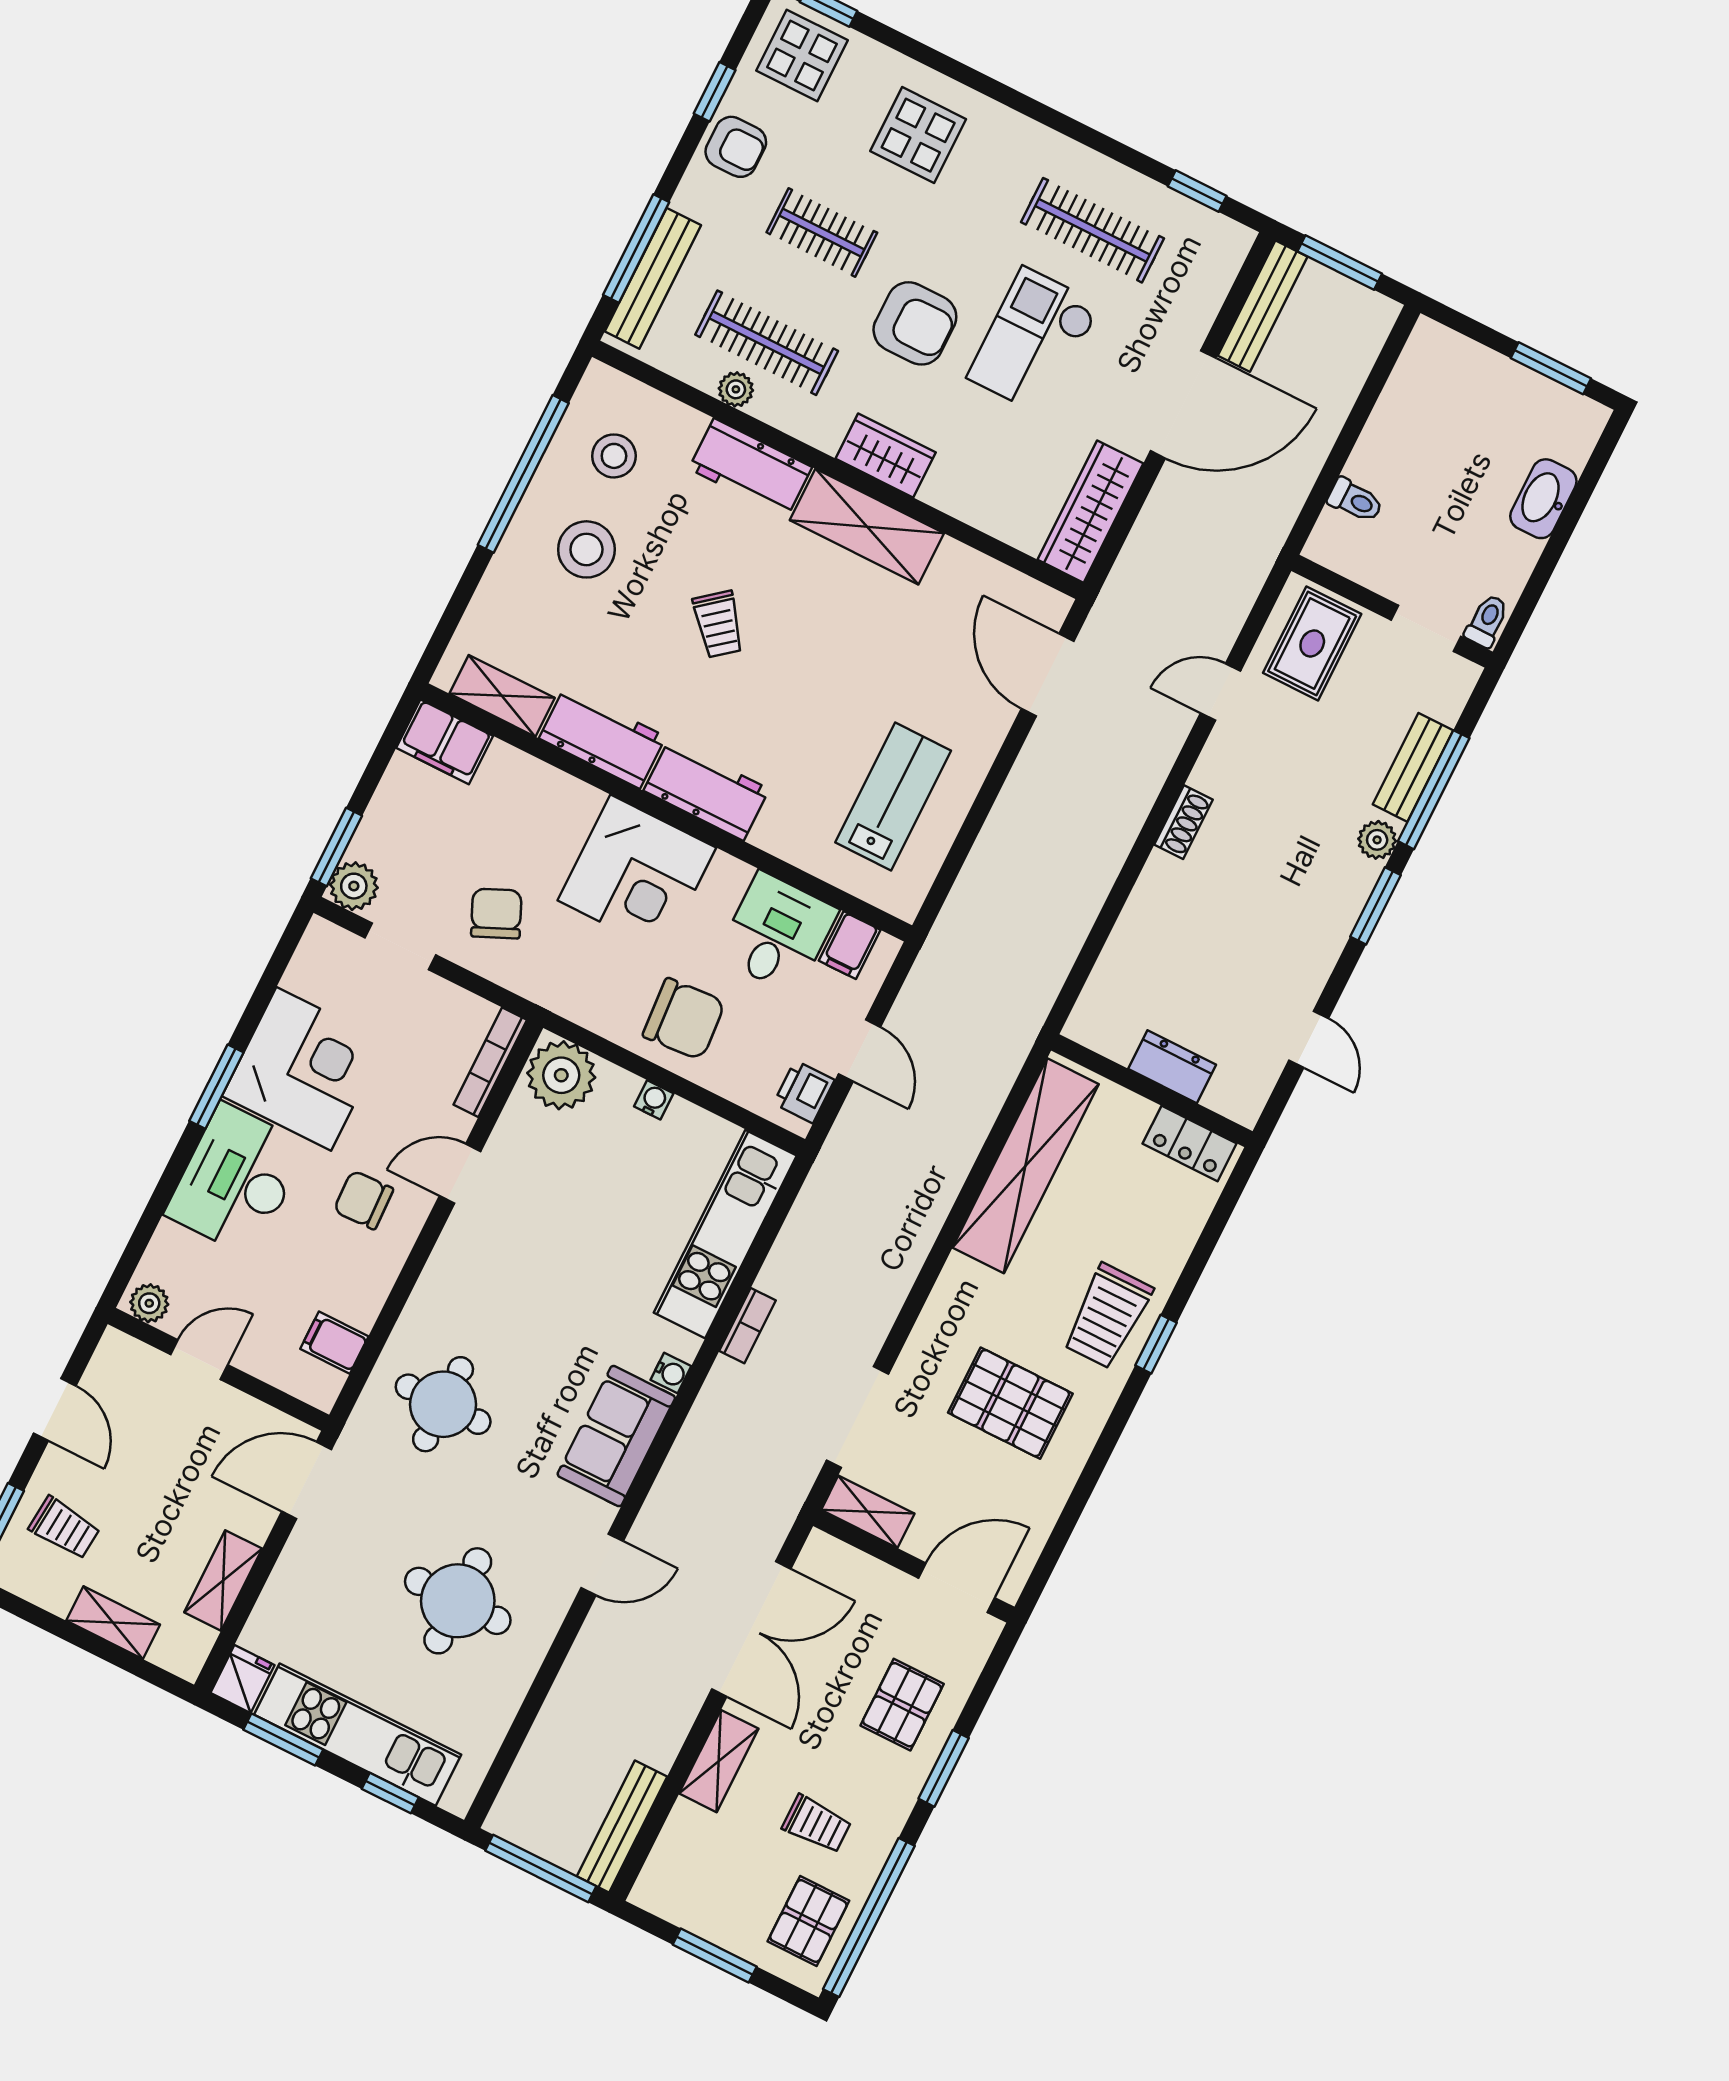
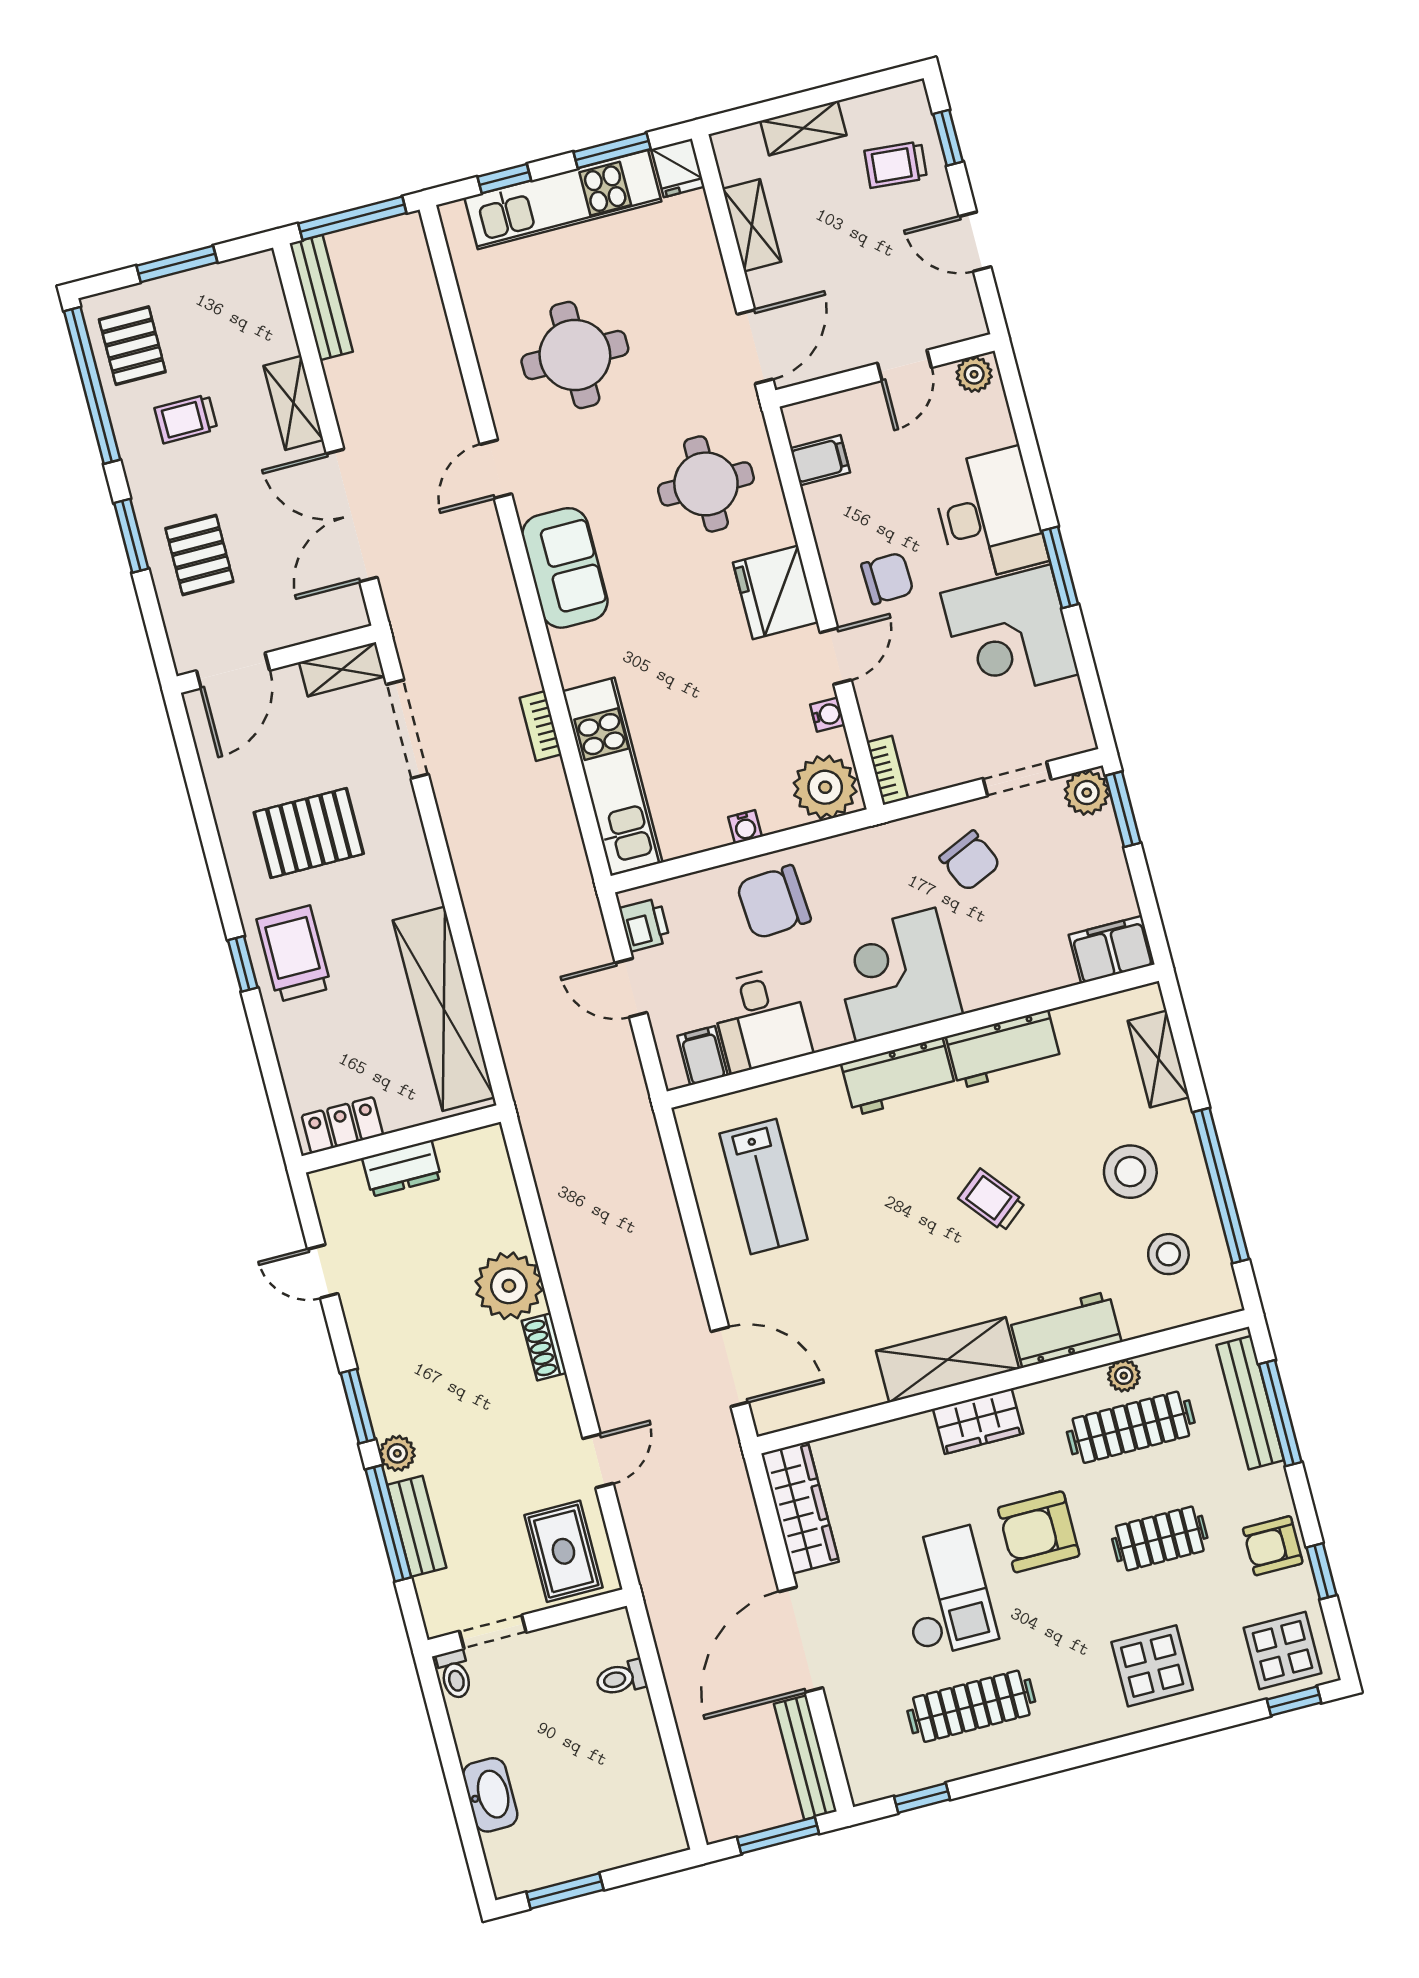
shelving: (502, 696) -> (1158, 1059), moved, turned 90
plant: (1169, 896) -> (509, 1286), added
bookcase: (490, 1062) -> (887, 770), width x0.64
fridge: (464, 1268) -> (775, 592), added
water cooler: (671, 1373) -> (827, 715), moved, turned 180

